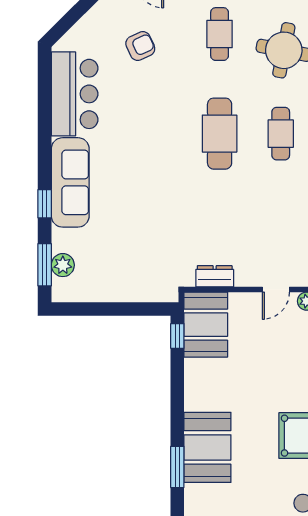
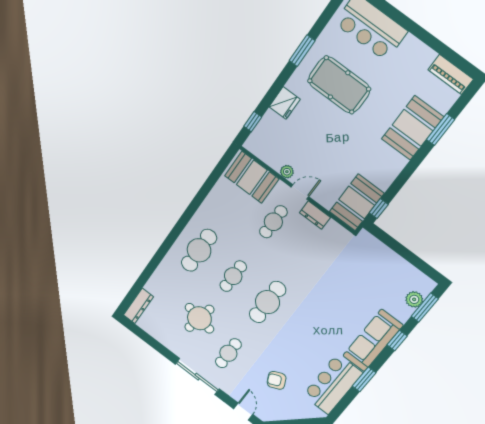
window: (45, 129) -> (364, 379), added
cafe table: (281, 233) -> (273, 222), added
dresser: (215, 276) -> (315, 215), moved

